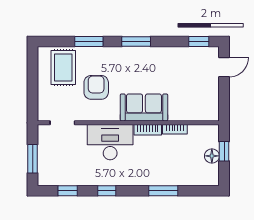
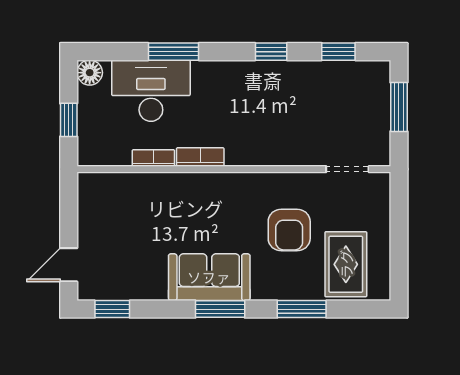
sofa: (144, 107) -> (209, 277), moved, turned 180
desk: (110, 142) -> (151, 91), moved, turned 180
floor lamp: (212, 156) -> (90, 73), moved

